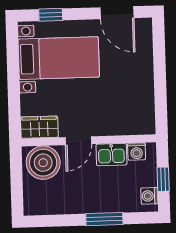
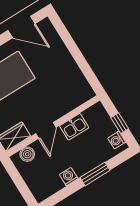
washing machine: (137, 151) -> (69, 177), moved, turned 180
boiler: (43, 163) -> (27, 154), width x0.54, depth x0.54

